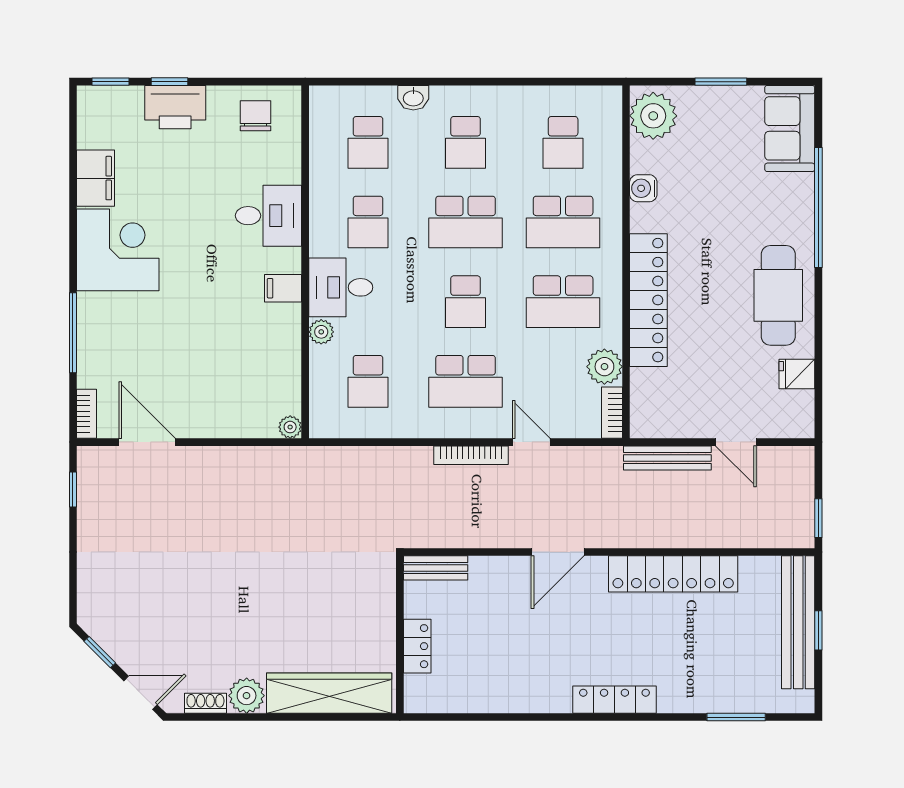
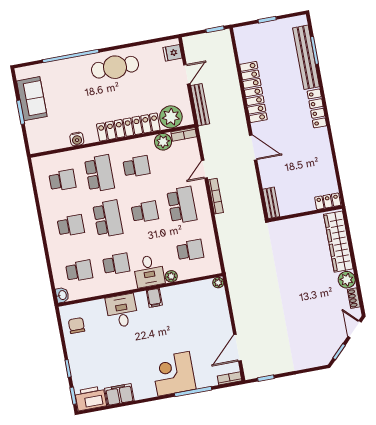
washbasin: (413, 98) -> (62, 295), moved
printer: (175, 107) -> (91, 398), moved, turned -90
chair: (255, 116) -> (77, 326), turned 90
plant: (653, 116) -> (171, 117), moved
sofa: (790, 128) -> (32, 99), moved, turned -90
corner desk: (118, 250) -> (174, 374), moved
school desk: (563, 302) -> (136, 167), width x0.54
fridge: (797, 374) -> (172, 53), moved, turned 90
bench: (798, 622) -> (306, 57), moved, turned 90
locker: (417, 646) -> (328, 201), moved

